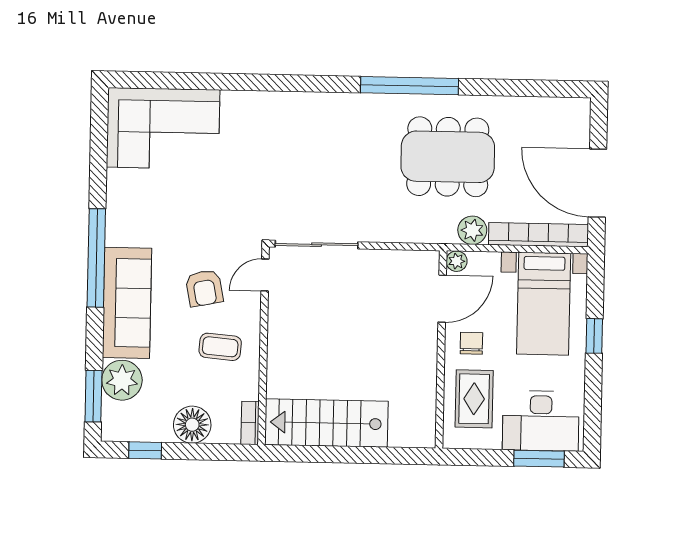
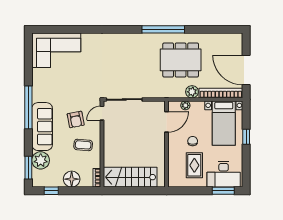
door: (442, 299) -> (167, 122), moved
wall: (441, 349) -> (167, 144), moved

